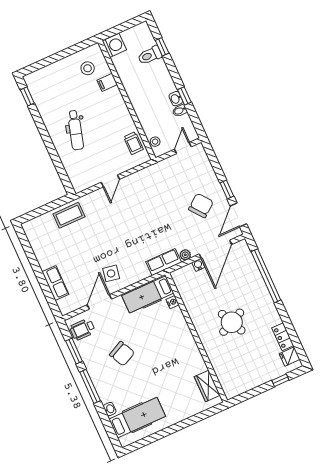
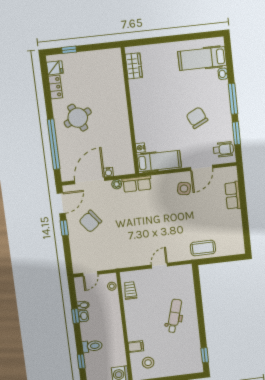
toilet: (150, 55) -> (92, 346), moved
round table: (232, 322) -> (78, 118), moved

